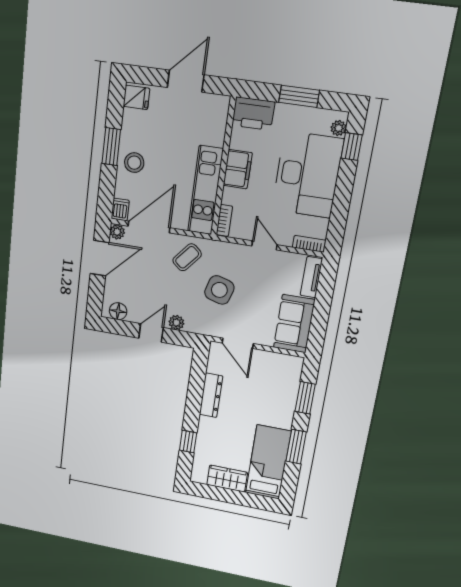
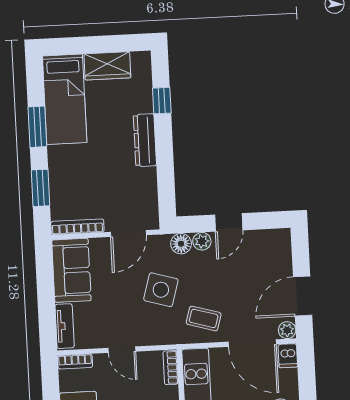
door: (149, 227) -> (252, 343), hinge flipped
coffee table: (187, 257) -> (204, 318), turned 66
floor lamp: (118, 311) -> (181, 244), moved
door: (238, 343) -> (128, 234), swing flipped
bookcase: (281, 359) -> (77, 227), added
dresser: (211, 395) -> (145, 140), moved

